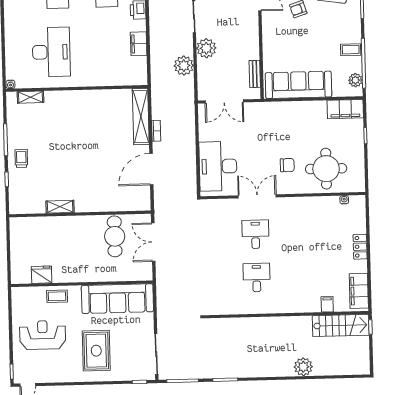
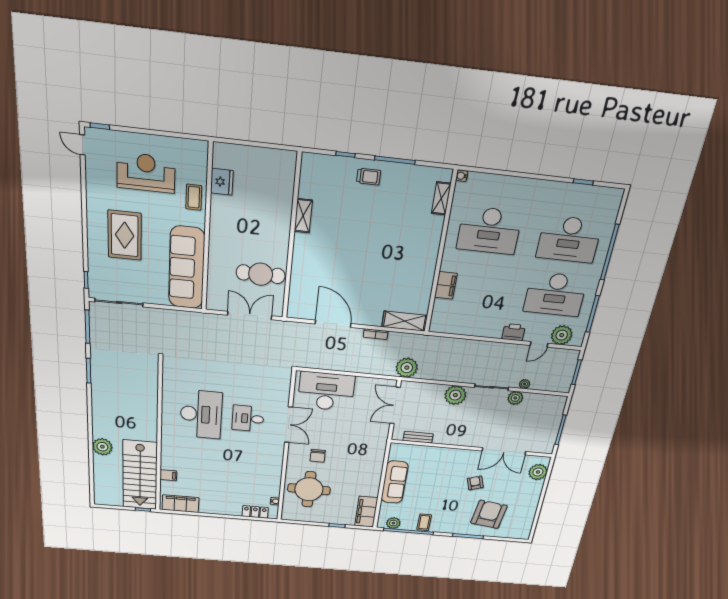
filing cabinet: (139, 44) -> (446, 285), moved, turned 90
plant: (184, 66) -> (407, 368), moved
sofa: (298, 85) -> (394, 482), width x0.74, depth x0.79
shelving: (141, 116) -> (405, 321), width x0.68
desk: (255, 234) -> (248, 419), turned 180
locker: (360, 247) -> (255, 512), moved
desk: (257, 277) -> (201, 414), width x1.87, depth x1.30
stairs: (341, 325) -> (140, 475), width x1.36, depth x1.51
reception desk: (43, 335) -> (146, 173), turned -90
rug: (96, 351) -> (125, 235), turned 90

